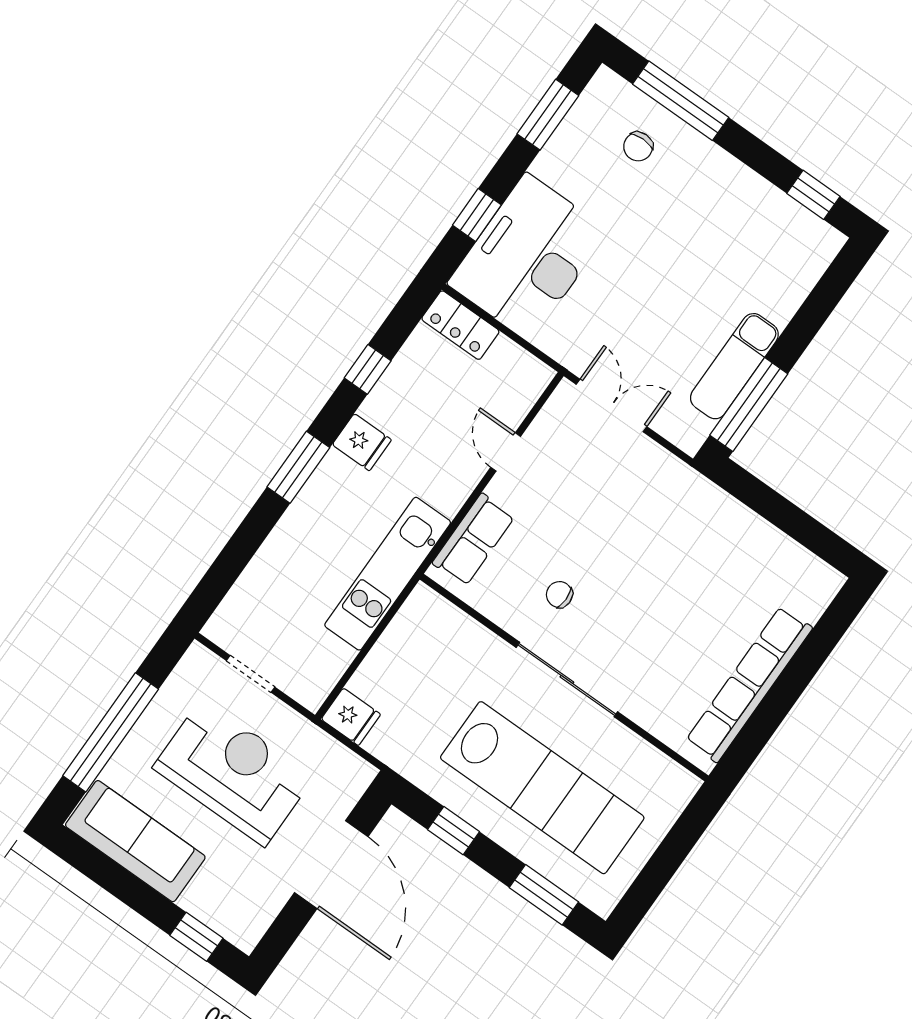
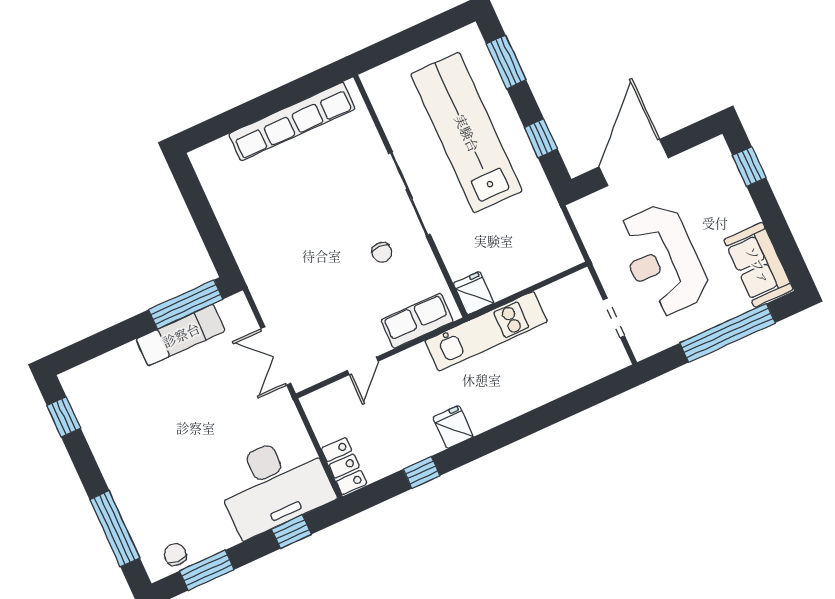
chair: (638, 147) -> (175, 555), moved, turned -90
window: (298, 467) -> (504, 435), removed
fridge: (351, 717) -> (474, 293), moved
sofa: (135, 841) -> (758, 265), width x0.73

